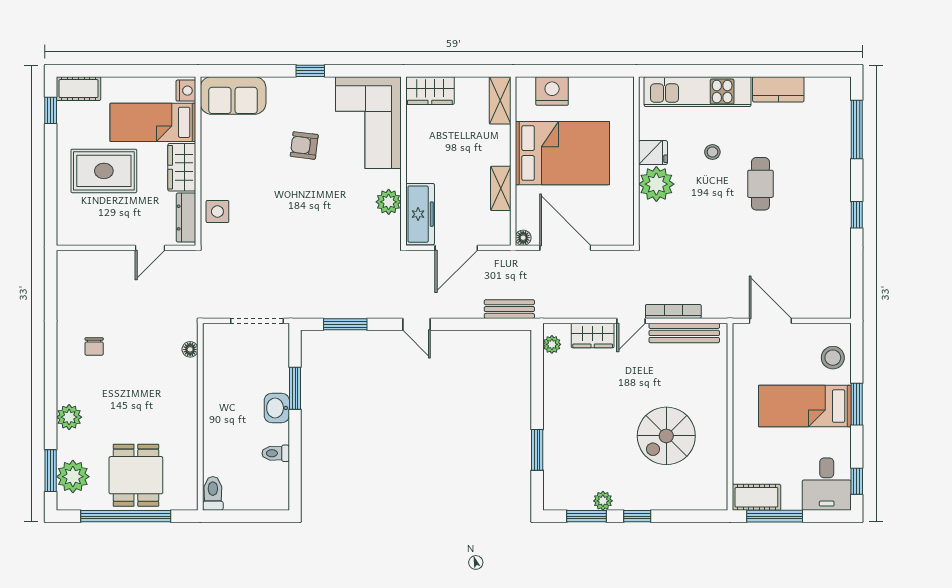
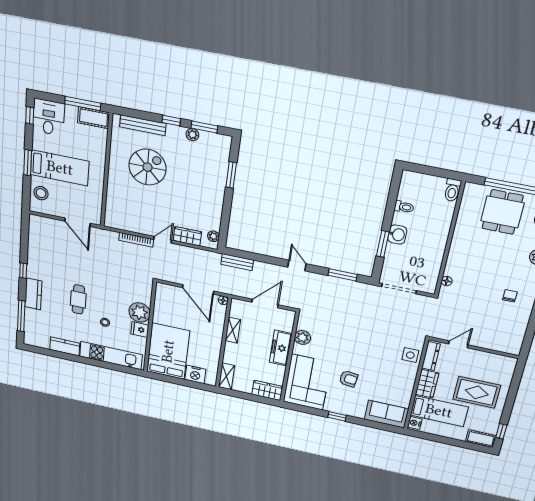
bed: (562, 153) -> (168, 351), moved, turned 90
kitchen counter: (837, 176) -> (33, 294), added
freezer: (420, 214) -> (281, 348), moved
bench: (684, 333) -> (143, 125), moved

